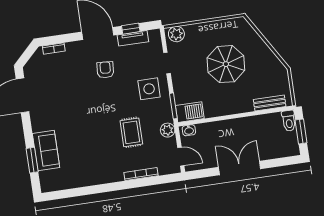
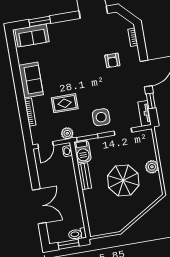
plant: (176, 34) -> (152, 167), moved
tv unit: (133, 38) -> (145, 113), moved
armchair: (105, 70) -> (112, 60), moved, turned 86
bench: (270, 103) -> (85, 176), moved
sofa: (46, 150) -> (32, 35), moved
double door: (240, 168) -> (39, 206), moved
sofa: (103, 172) -> (31, 80), added

